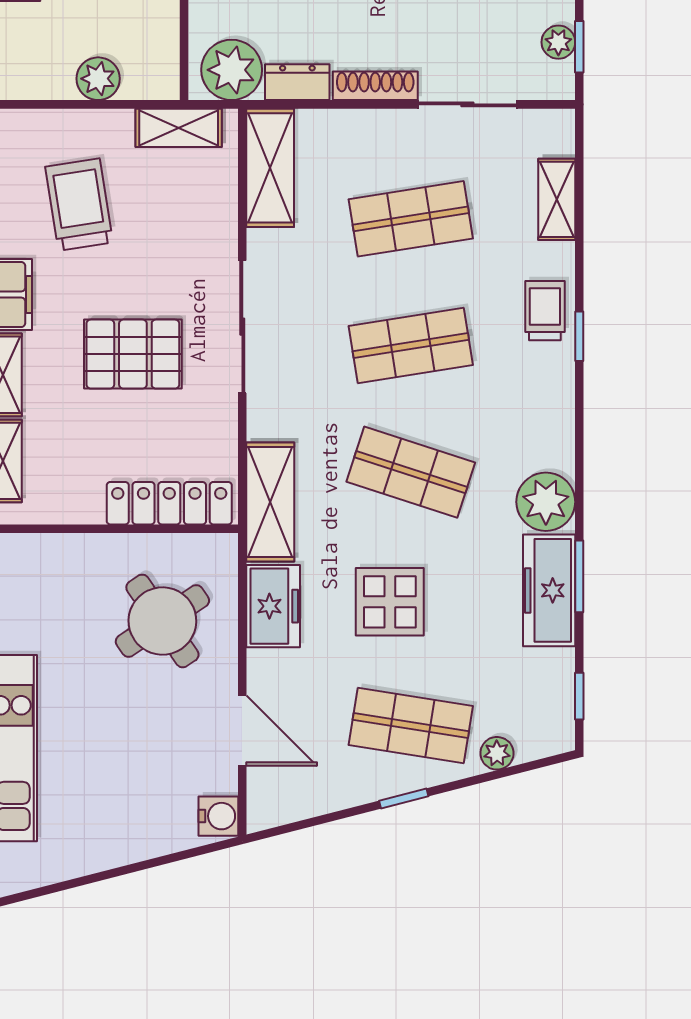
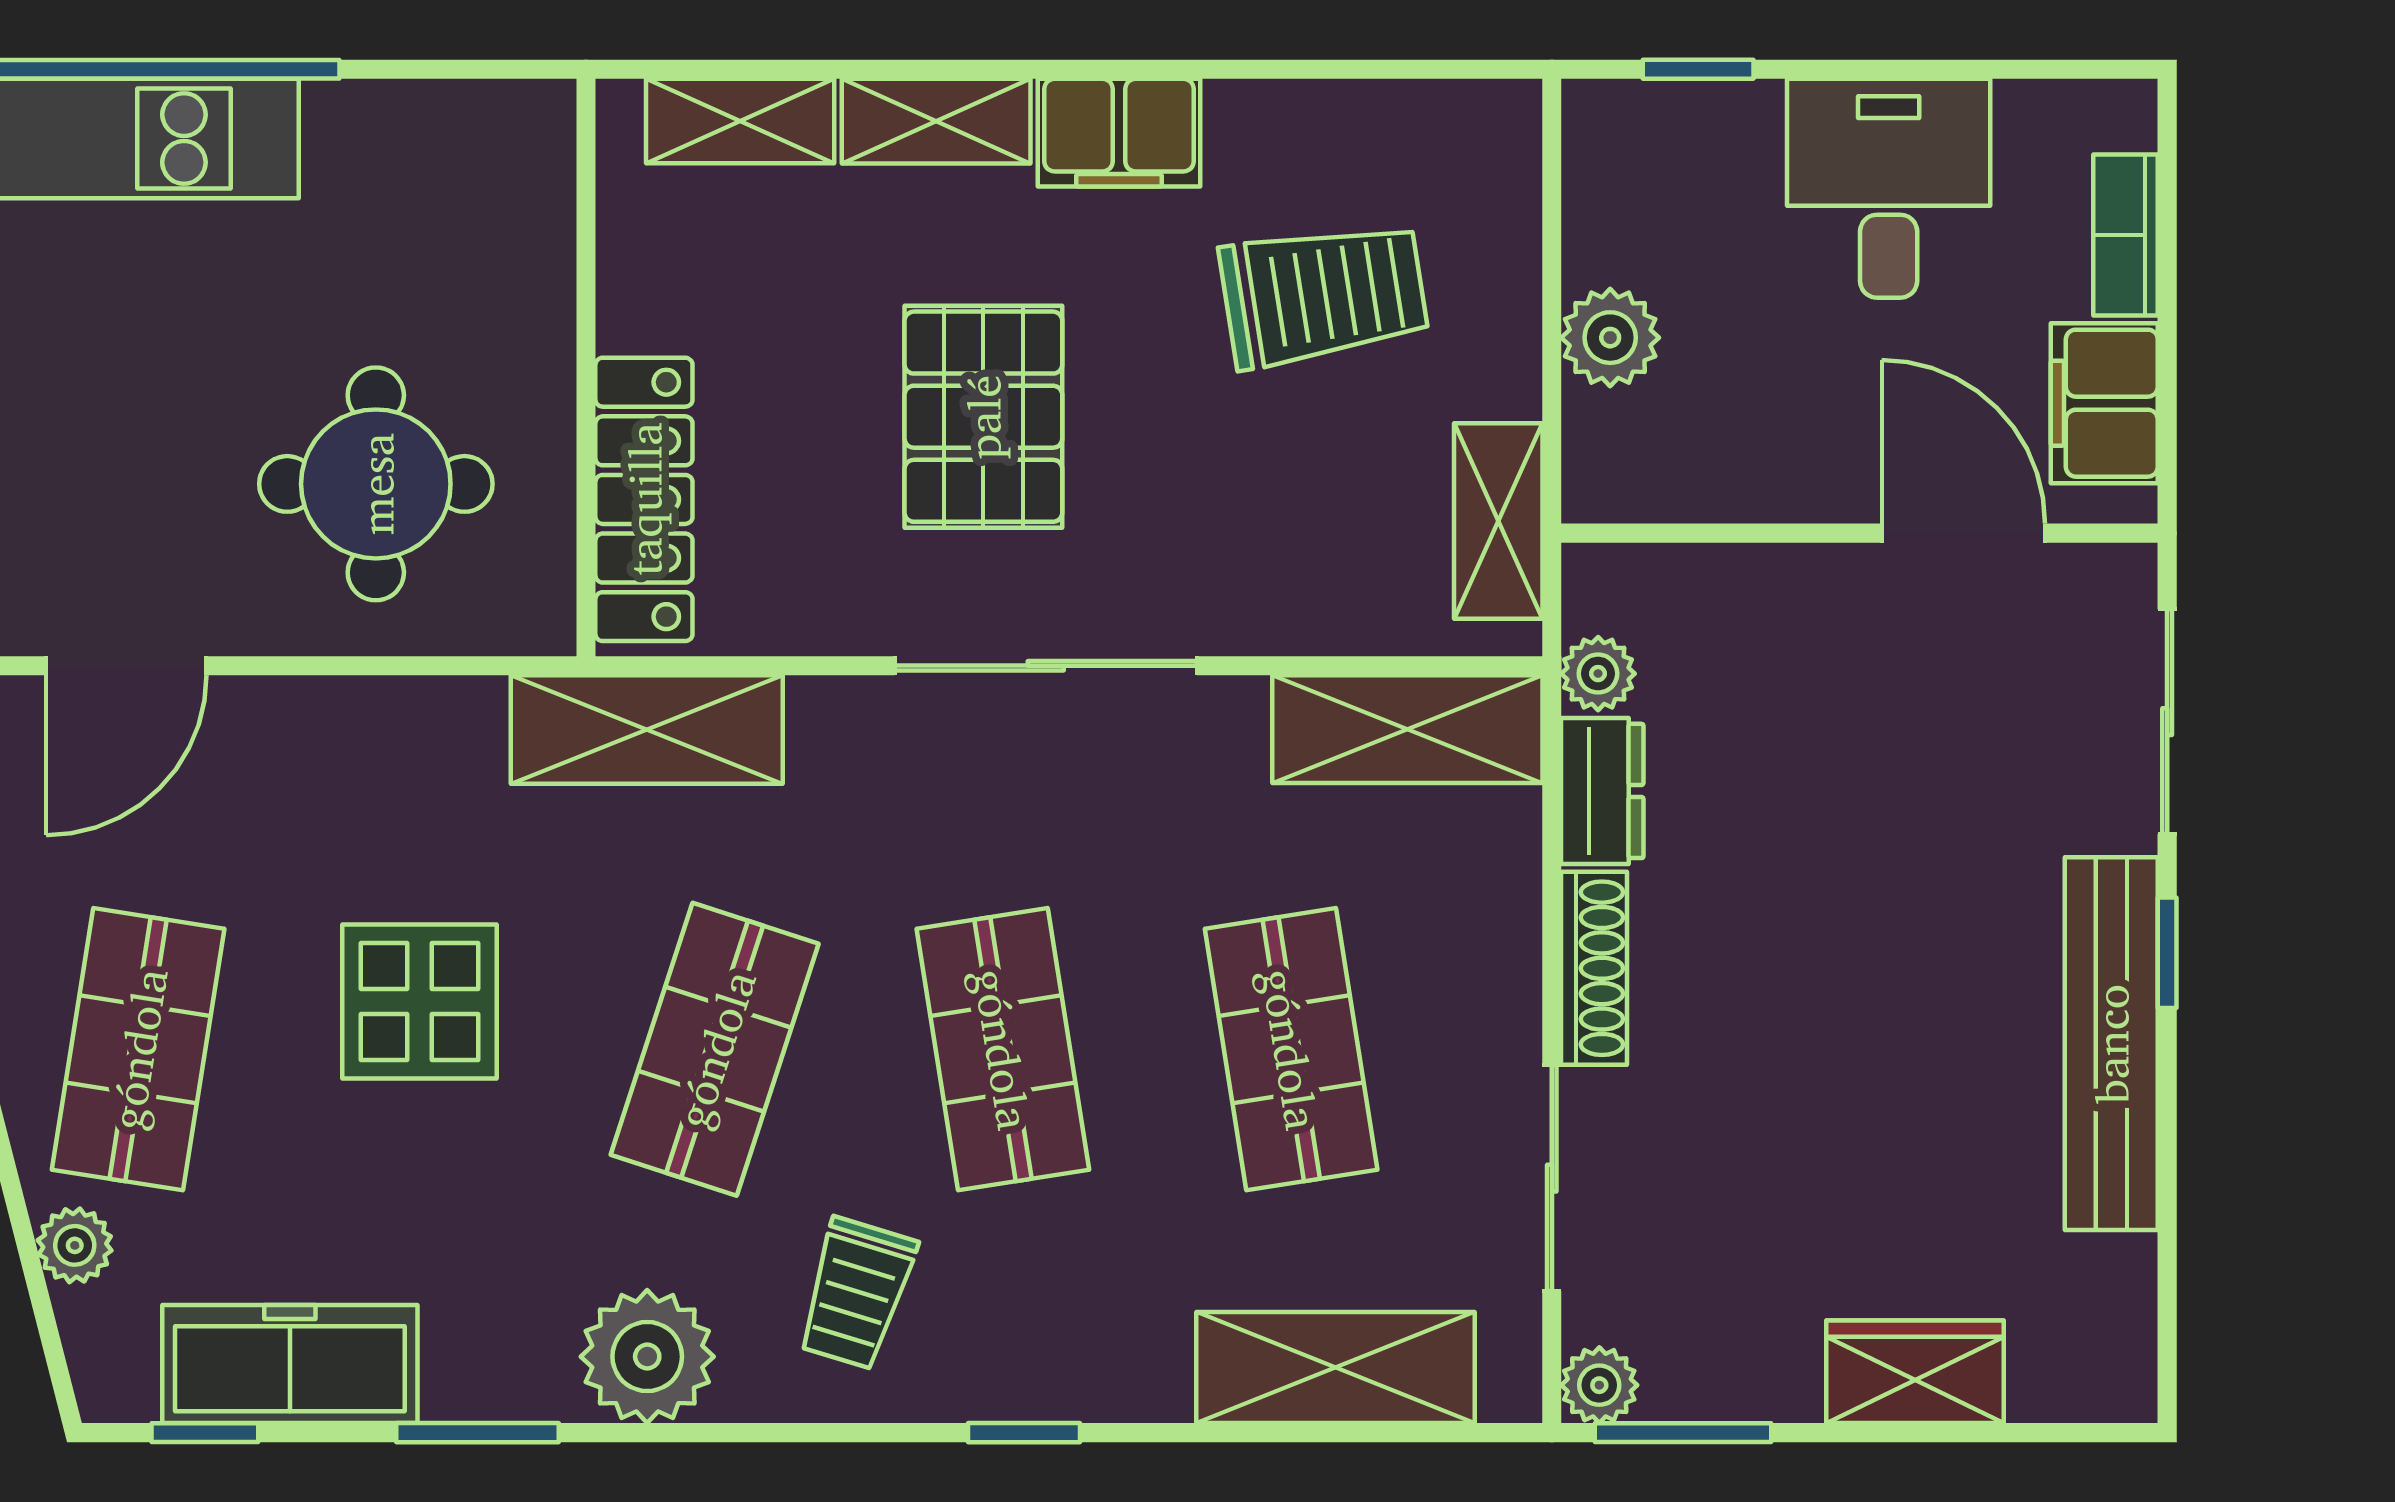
plant: (558, 42) -> (1599, 1385), moved
window: (579, 47) -> (1683, 1433), width x1.50
plant: (232, 70) -> (1598, 674), width x0.53, depth x0.53
shelving: (557, 199) -> (1336, 1368), width x1.50, depth x1.33
trolley: (545, 311) -> (856, 1293), moved, turned 107
freezer: (549, 590) -> (290, 1364), moved
freezer: (273, 606) -> (410, 736), removed
round table: (162, 621) -> (376, 484), turned 34

